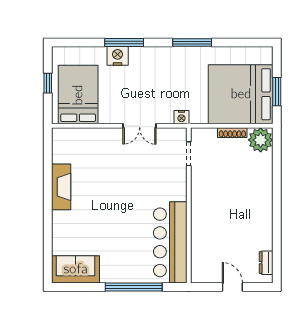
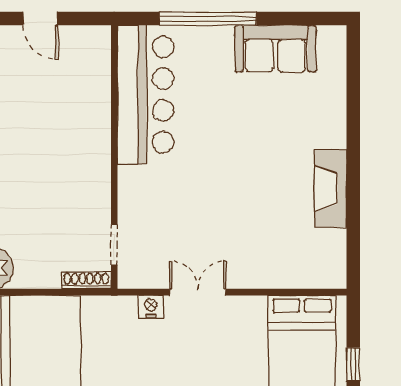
nightstand: (181, 117) -> (151, 307), moved
shoe rack: (232, 133) -> (86, 280), moved
sofa: (76, 269) -> (275, 49), moved

